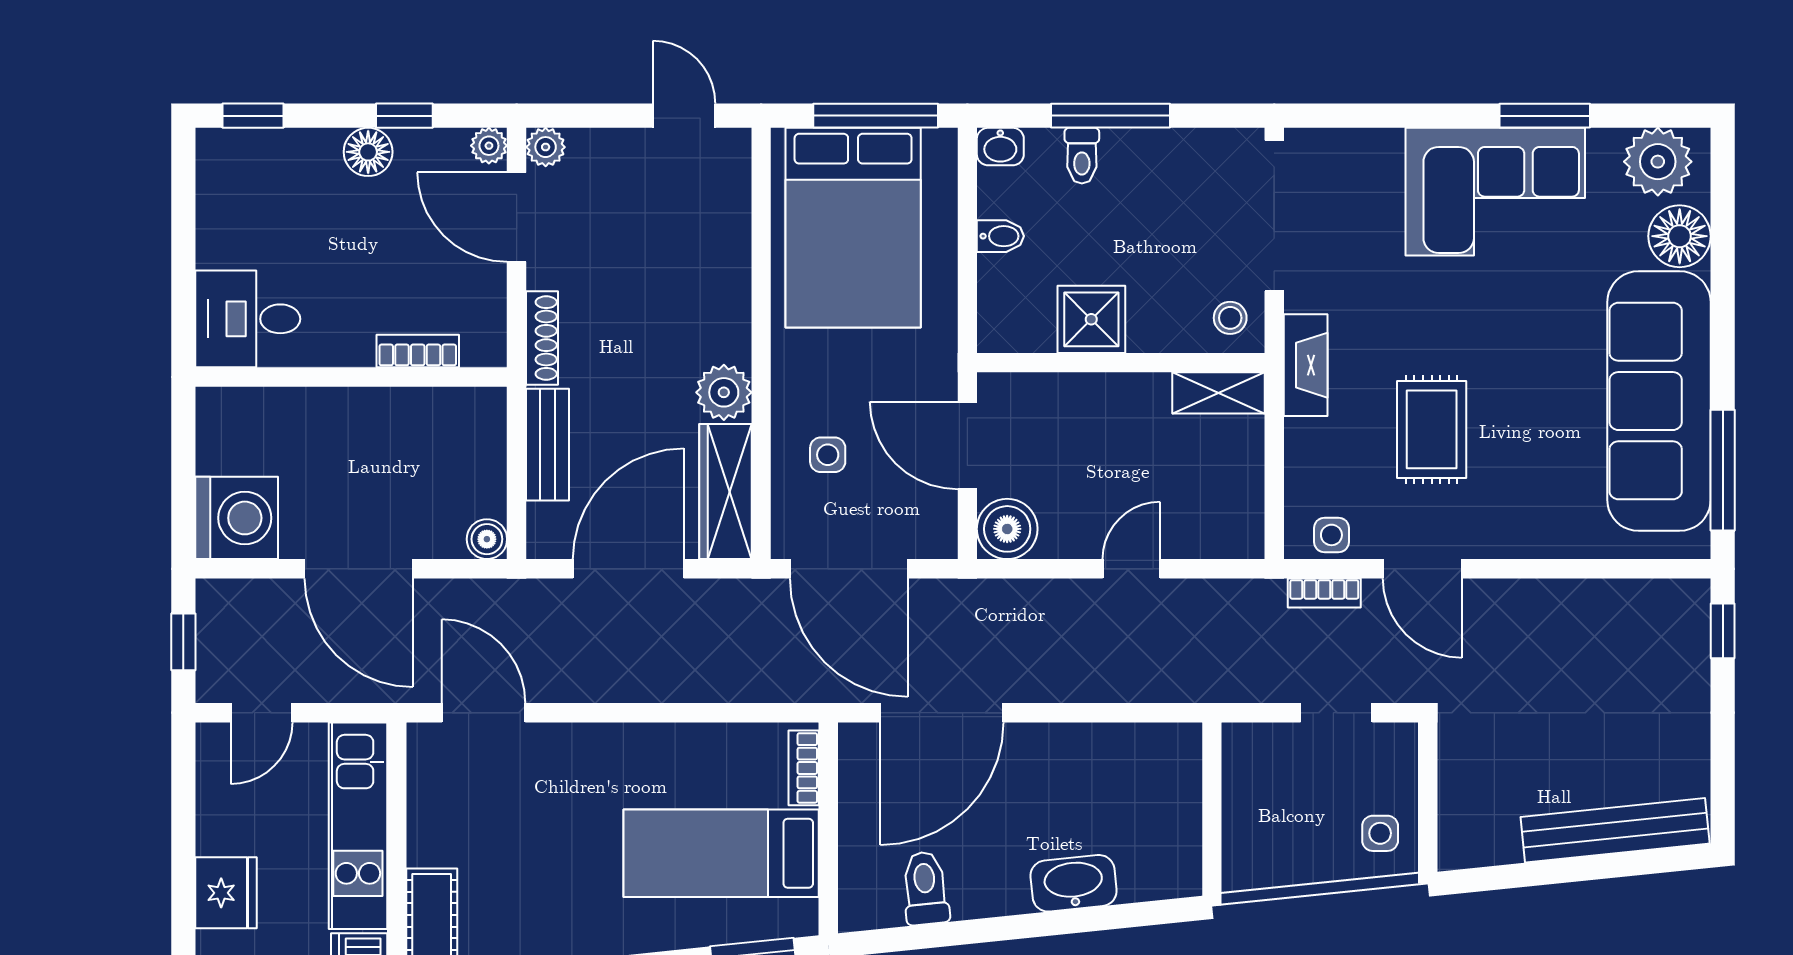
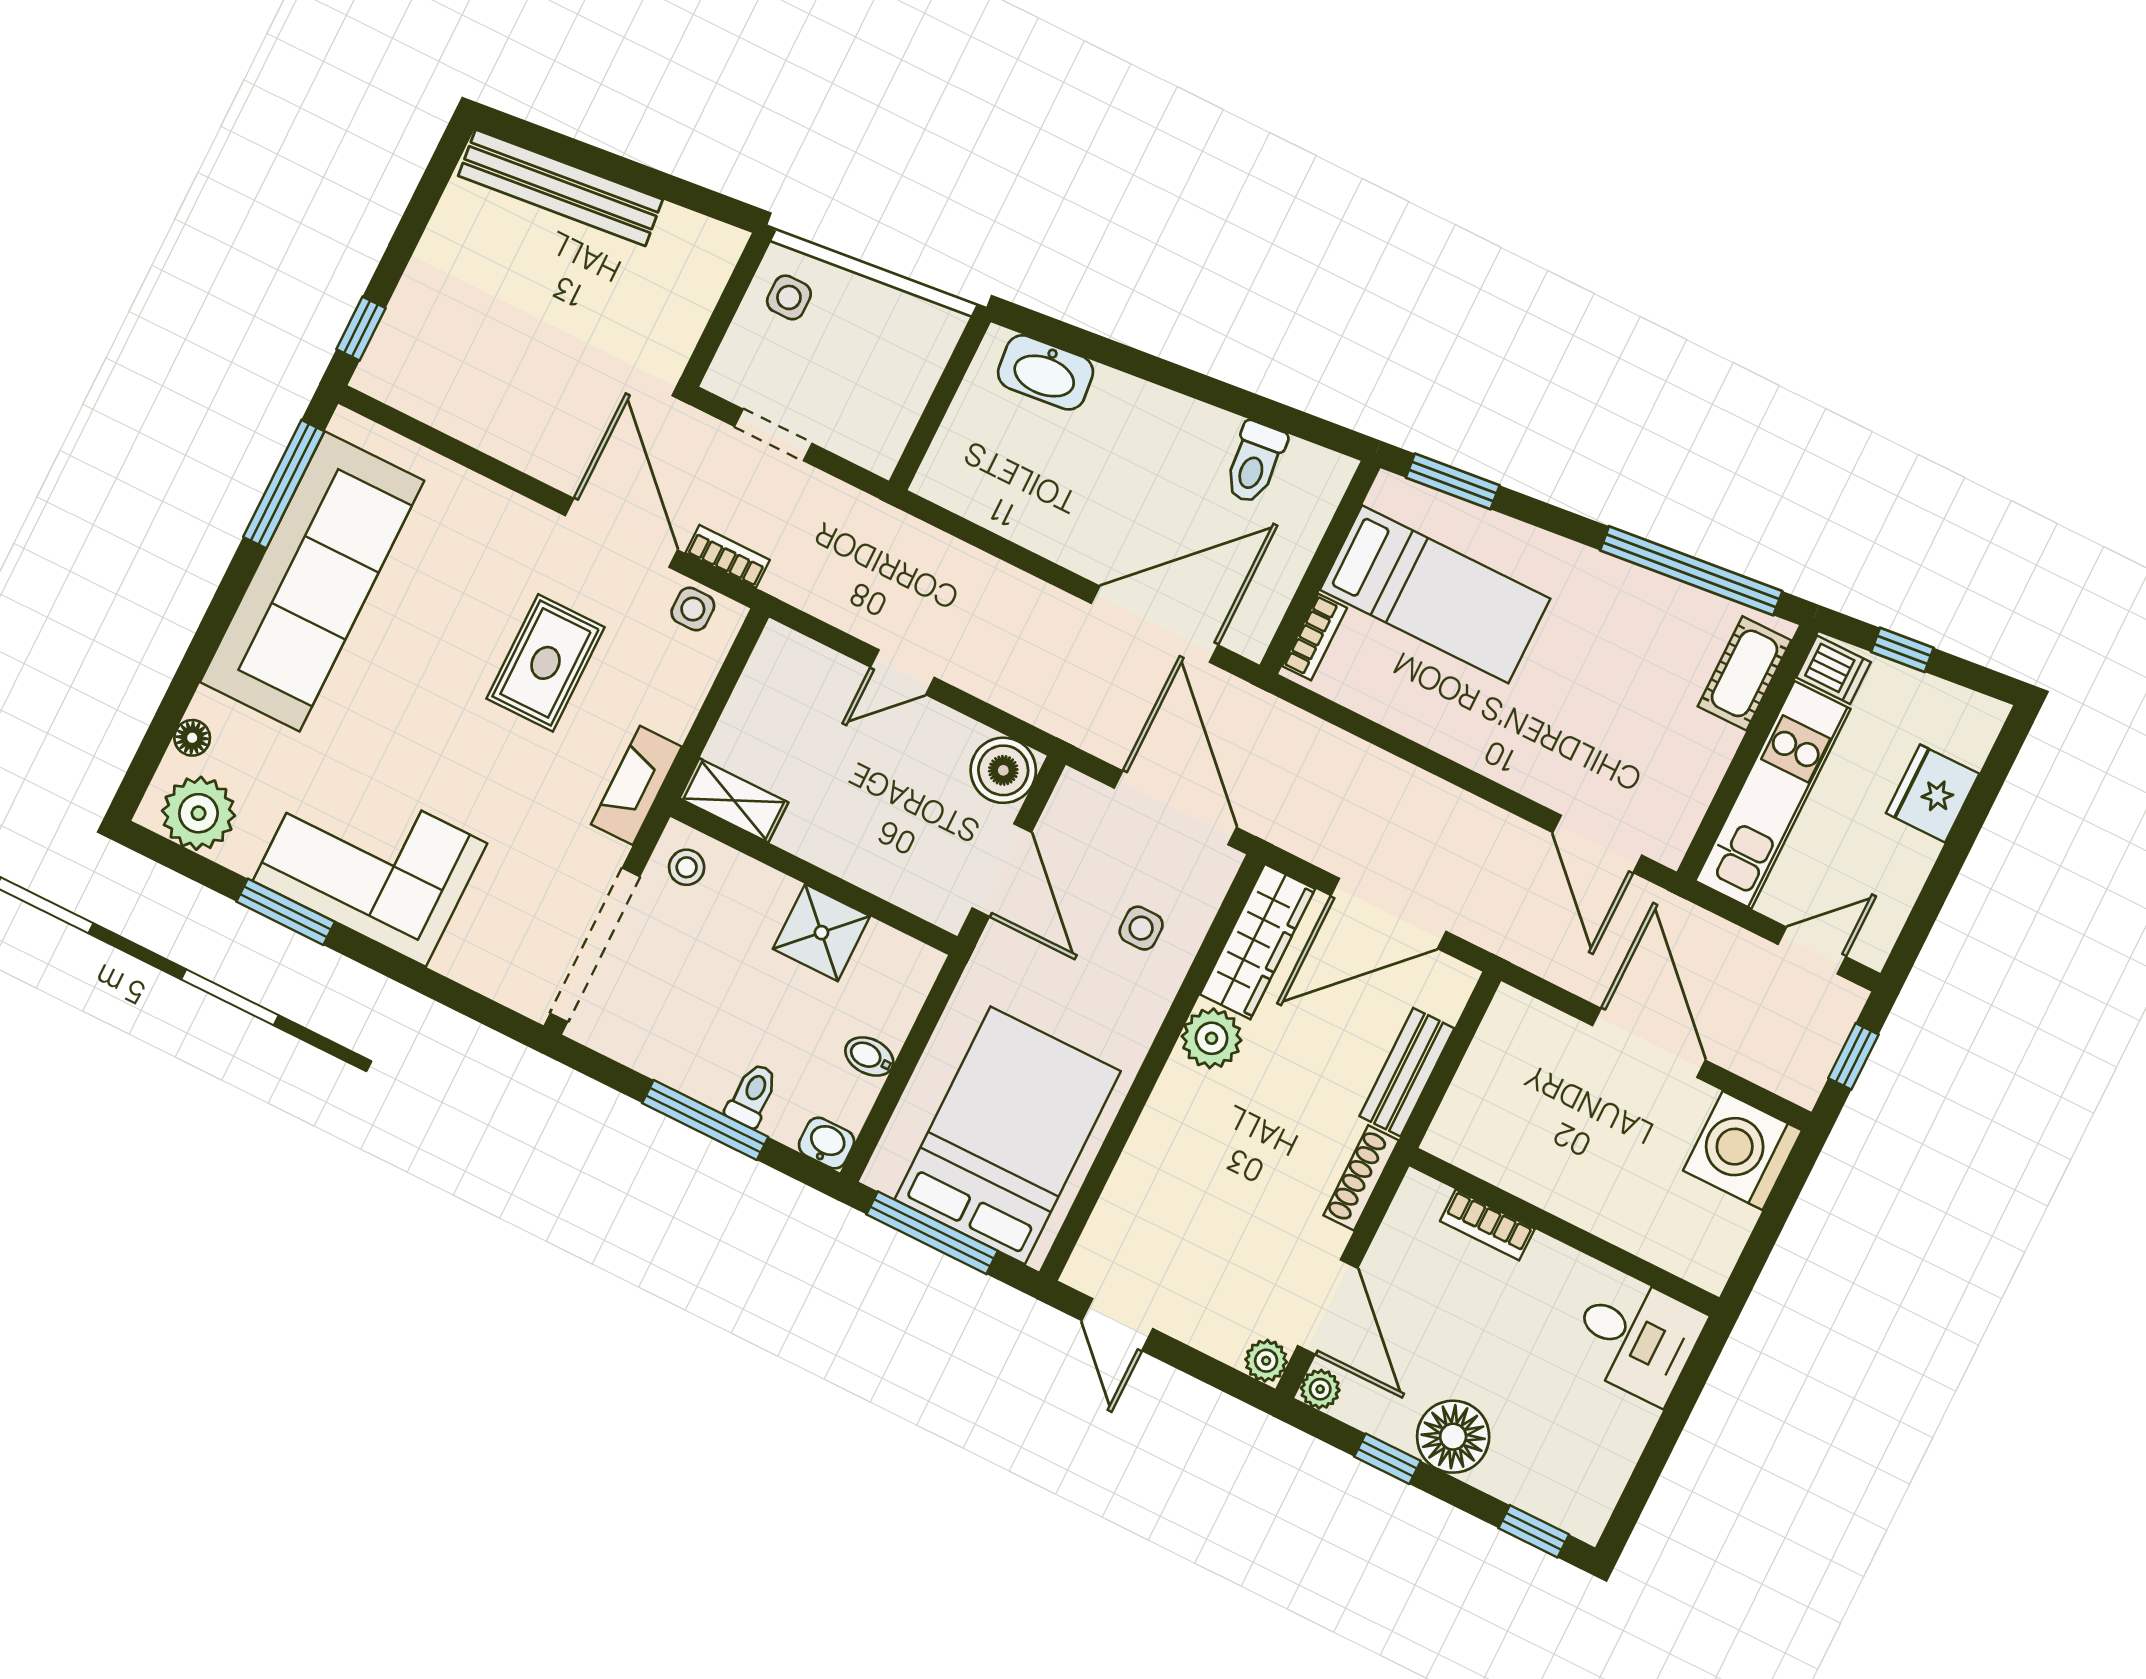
floor lamp: (368, 152) -> (1453, 1437), width x1.38, depth x1.38
floor lamp: (1680, 236) -> (192, 738), width x0.53, depth x0.53
boiler: (487, 539) -> (1511, 1010), removed
door: (1422, 569) -> (621, 533), width x1.36
washbasin: (1074, 883) -> (1046, 372), moved

